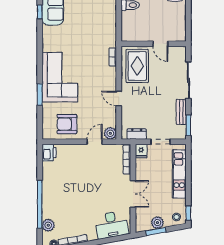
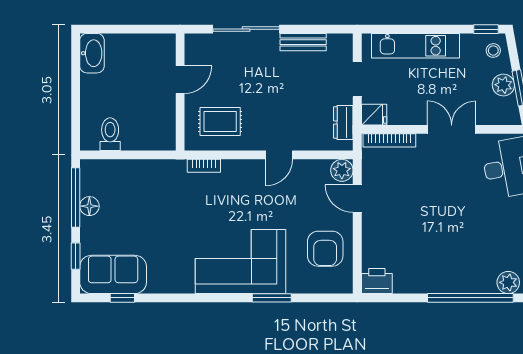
rug: (137, 66) -> (220, 122), width x0.73, depth x0.70
window: (188, 125) -> (328, 29), removed

